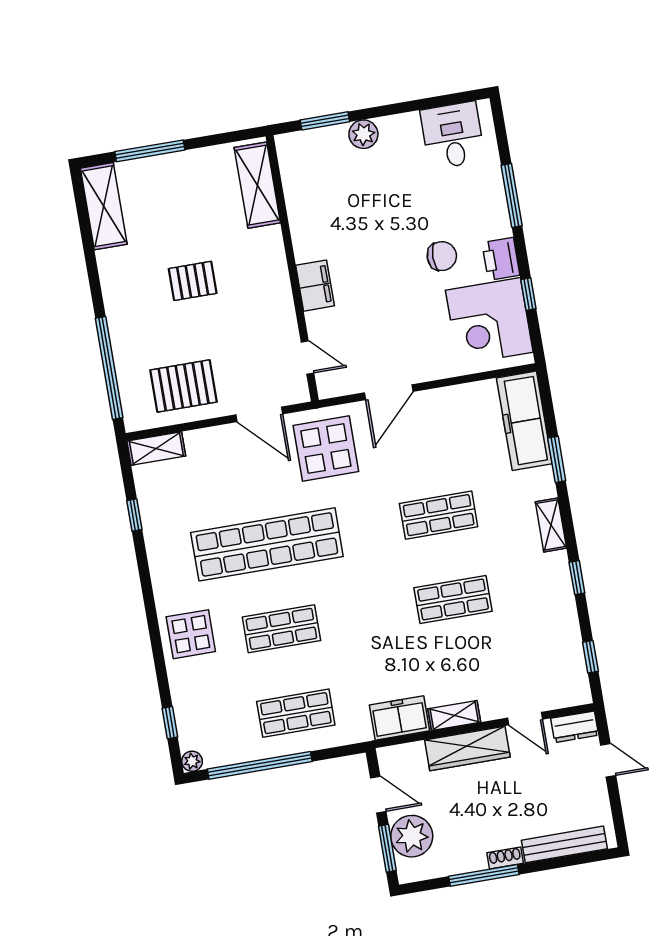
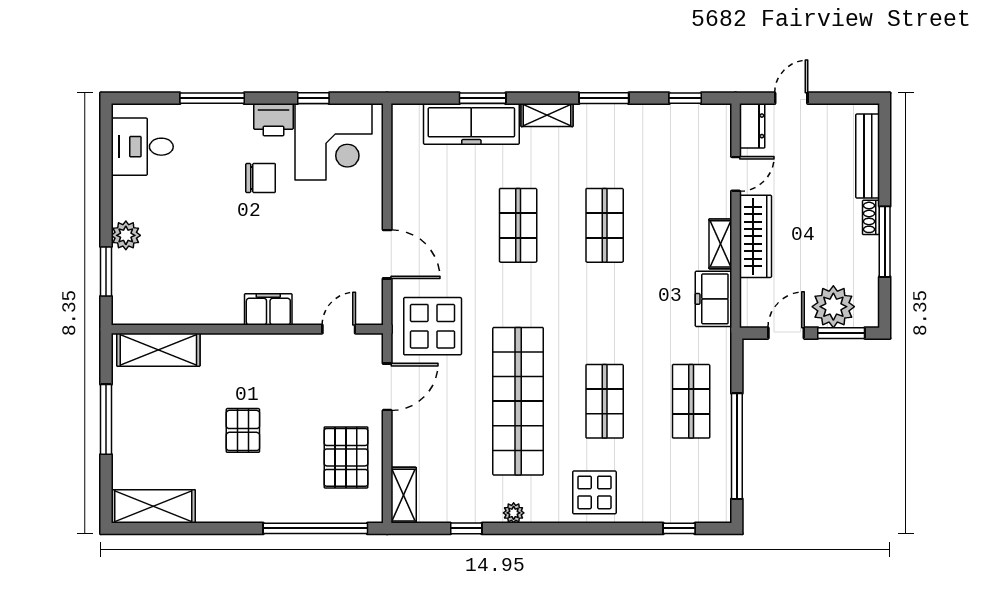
window: (150, 151) -> (106, 419), moved
chair: (442, 256) -> (261, 178), turned 90
freezer: (524, 421) -> (471, 124), moved
window: (577, 578) -> (604, 98), width x1.50
plant: (192, 761) -> (514, 513), moved

